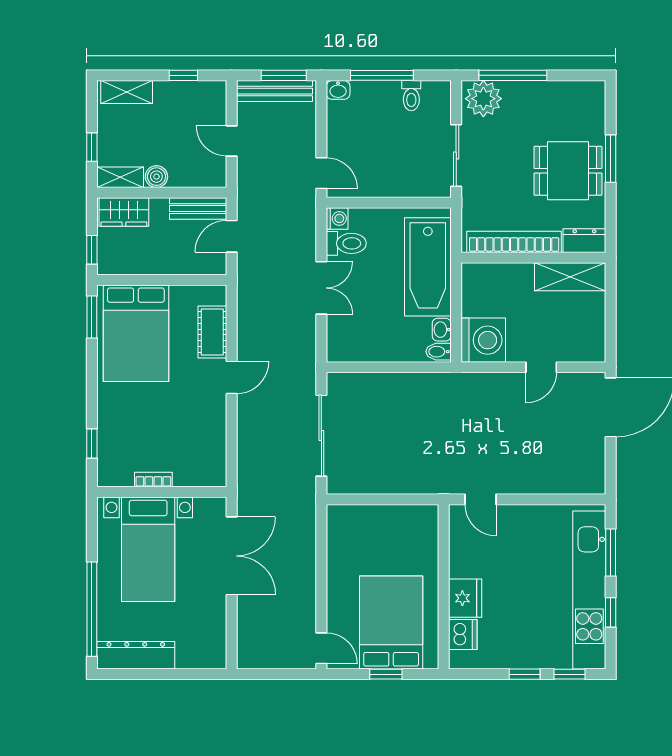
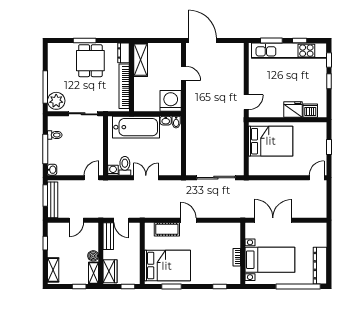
window: (92, 317) -> (172, 286), moved
bed: (391, 622) -> (271, 141), moved, turned 180

